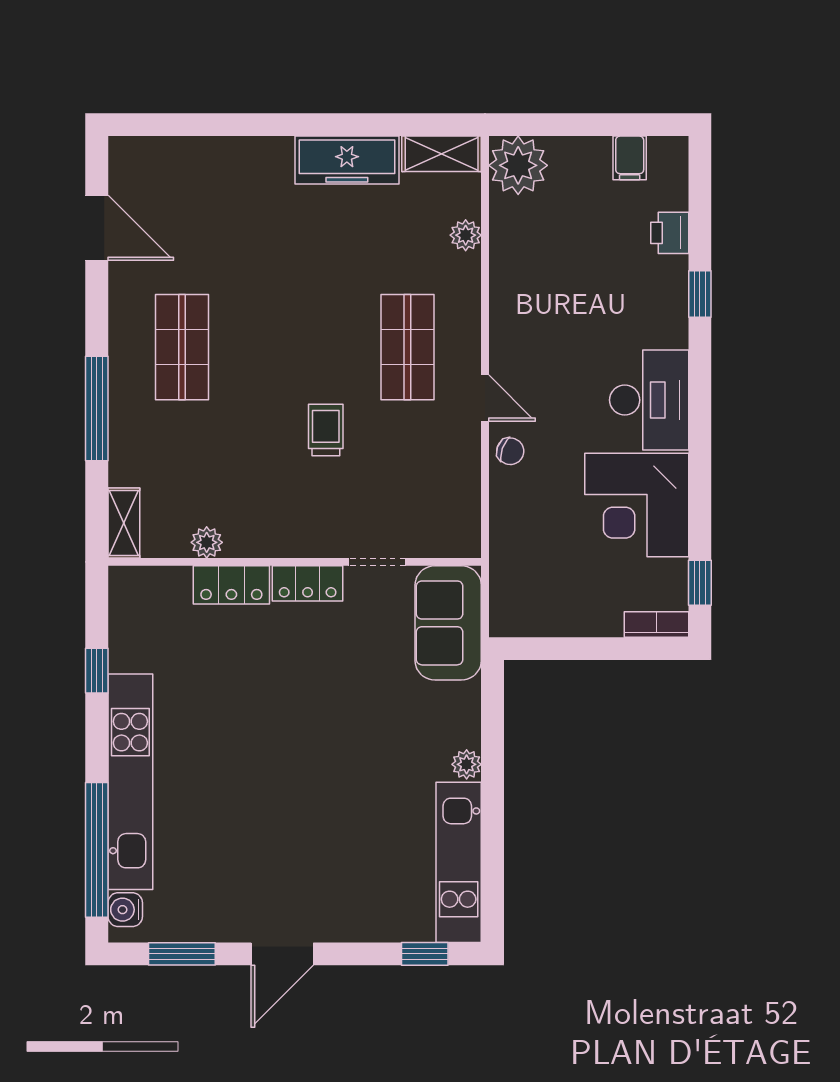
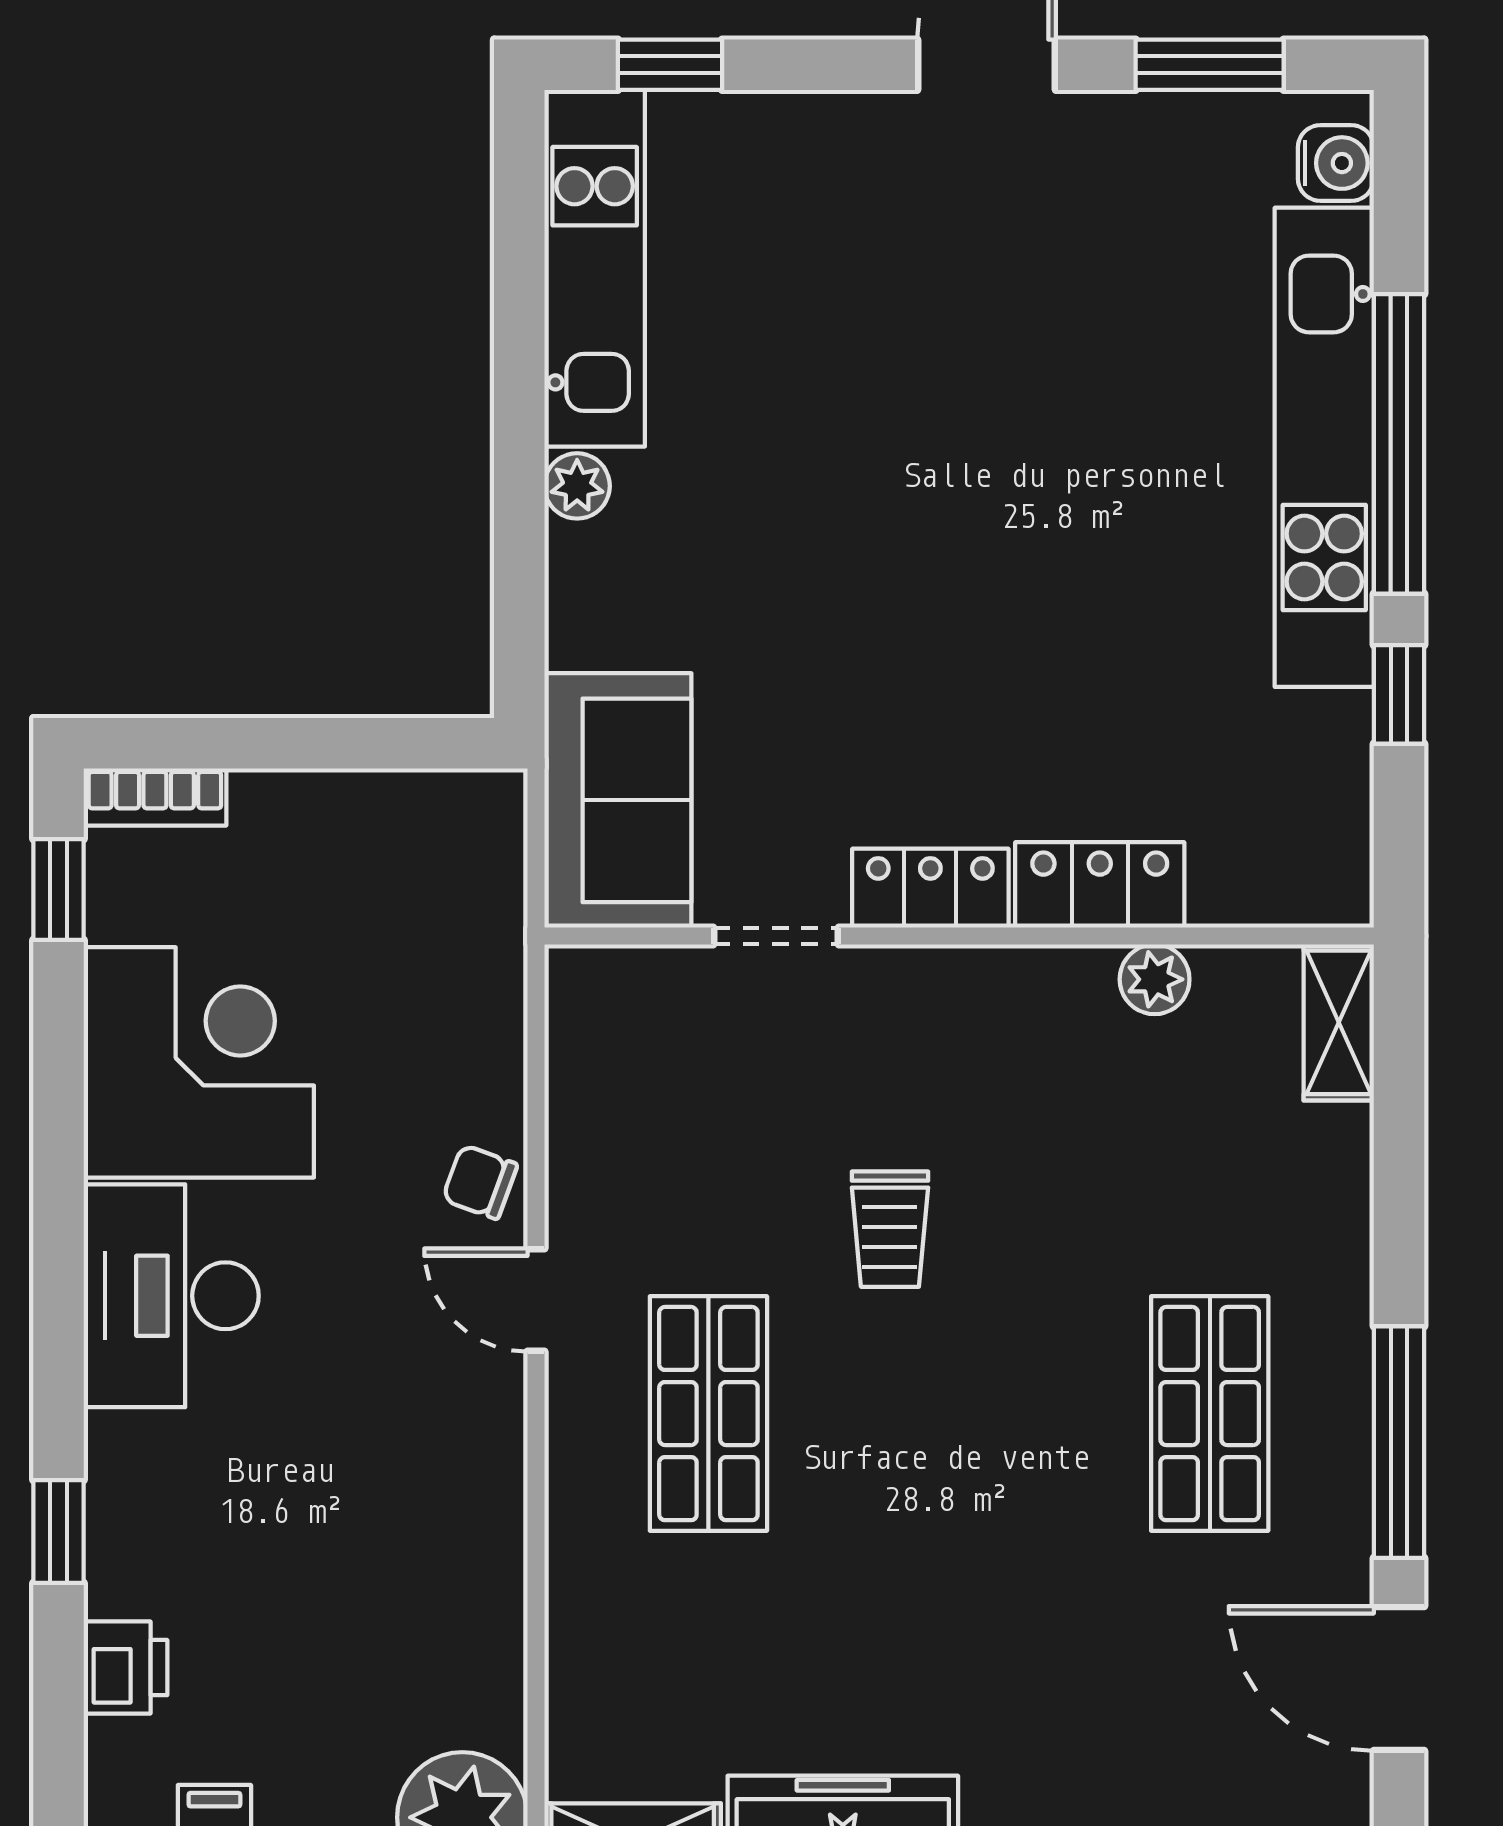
plant: (466, 235) -> (579, 1662), removed
window: (97, 408) -> (1399, 1442), moved
window: (97, 850) -> (1399, 444), moved

